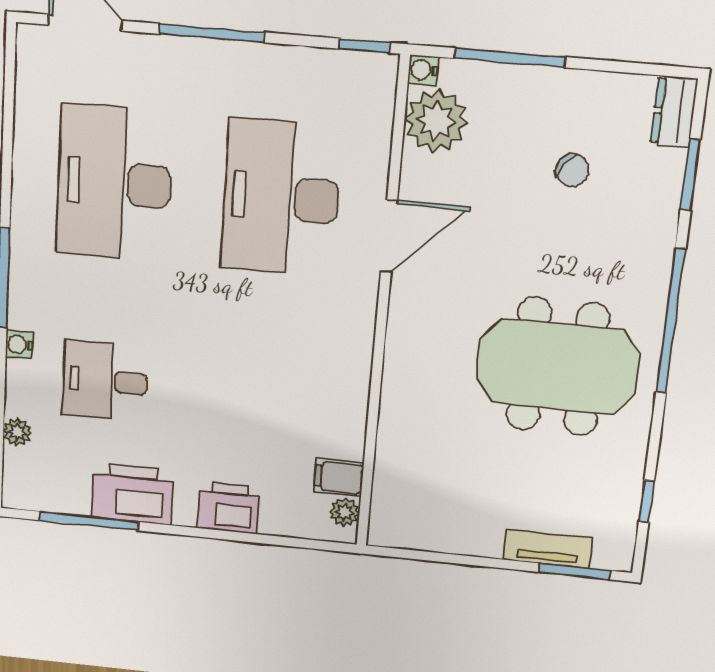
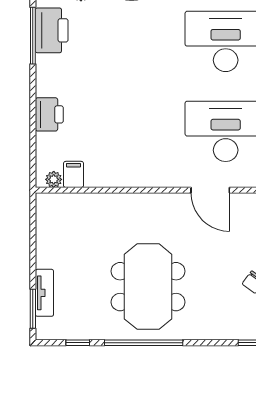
window: (671, 321) -> (144, 343), moved
desk: (105, 381) -> (116, 41), removed
printer: (132, 494) -> (52, 30), moved

